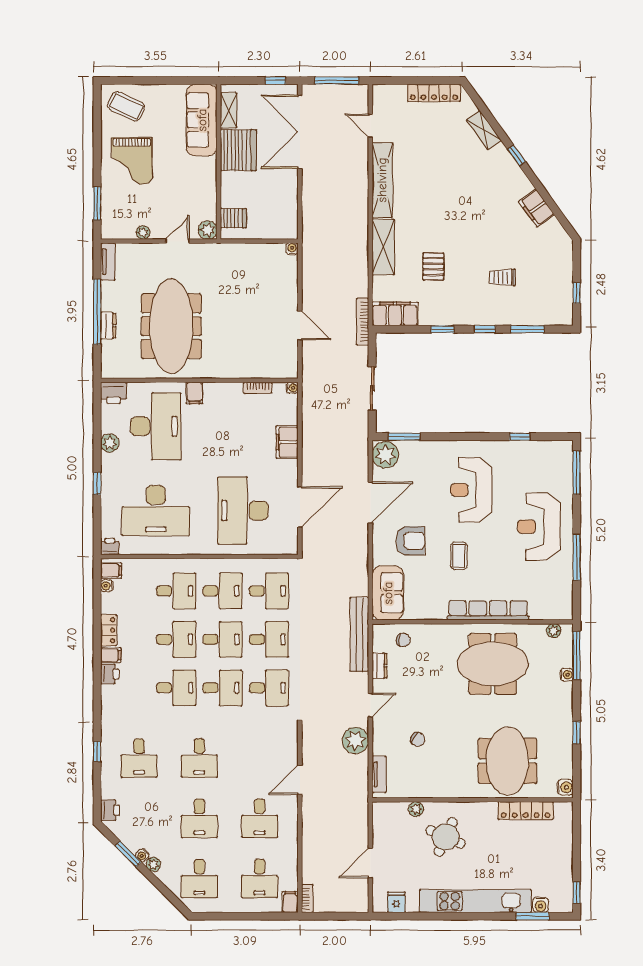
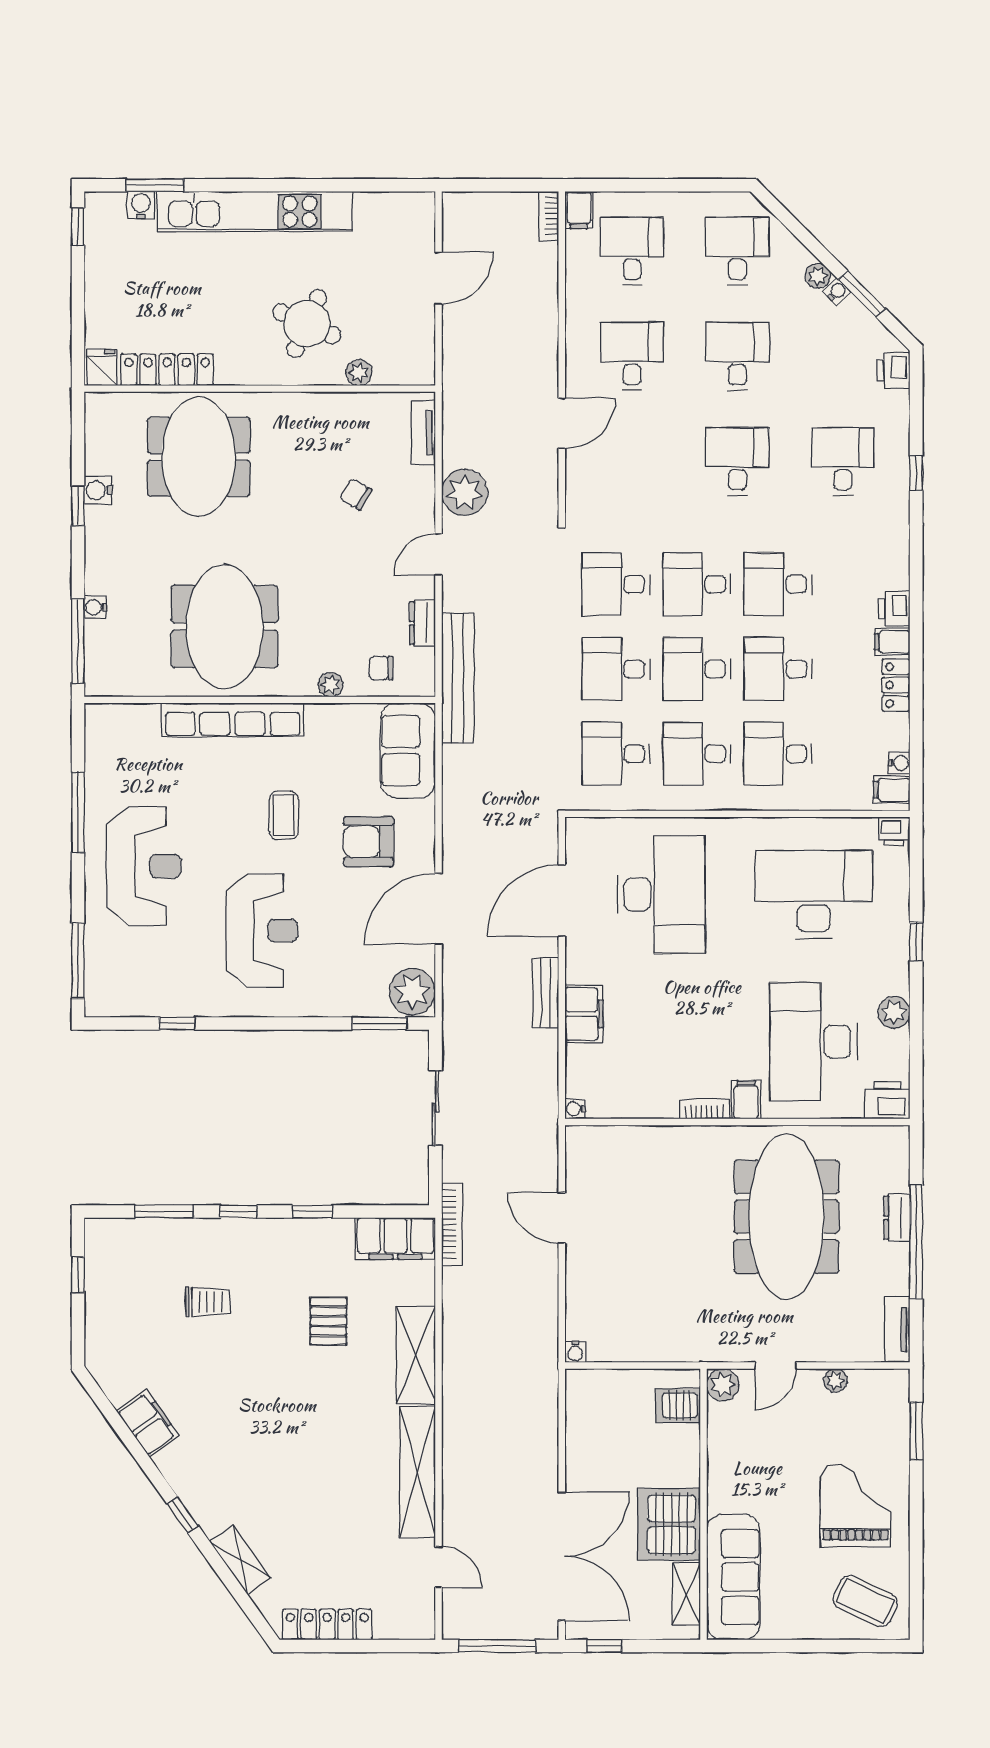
bookcase: (258, 388) -> (704, 1109), moved
bench: (309, 454) -> (545, 993), added
plant: (554, 631) -> (330, 685), moved
meeting table: (493, 664) -> (224, 626), turned 90
water cooler: (565, 787) -> (98, 490), moved
fridge: (396, 902) -> (102, 367), moved, turned 180

